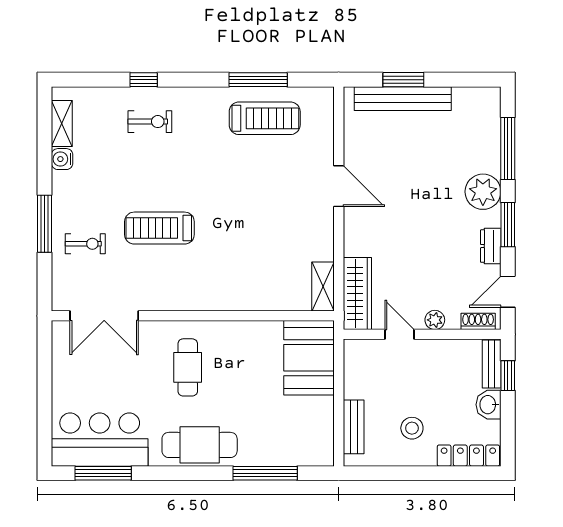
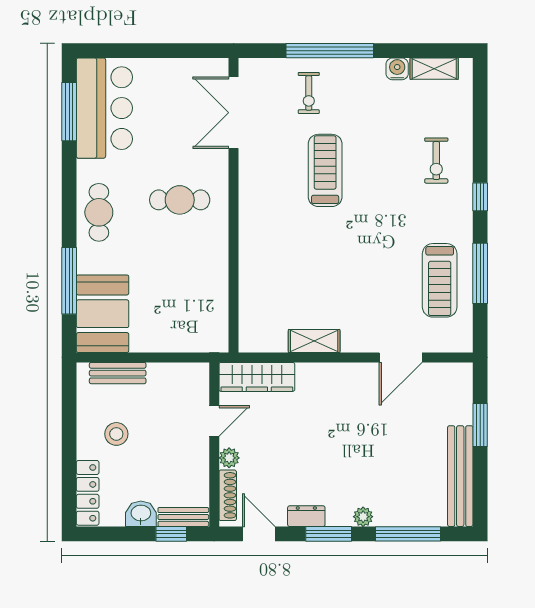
window: (144, 80) -> (480, 197), moved
bench: (403, 99) -> (460, 476), moved
door: (339, 186) -> (401, 357), moved
plant: (483, 192) -> (363, 517), width x0.53, depth x0.53
window: (45, 224) -> (330, 51), width x1.46
shelving: (323, 287) -> (314, 341), moved
shoe rack: (478, 321) -> (228, 495), width x1.43
booth: (309, 358) -> (103, 314), moved, turned 90
cafe table: (200, 445) -> (99, 212), width x0.73, depth x0.74

